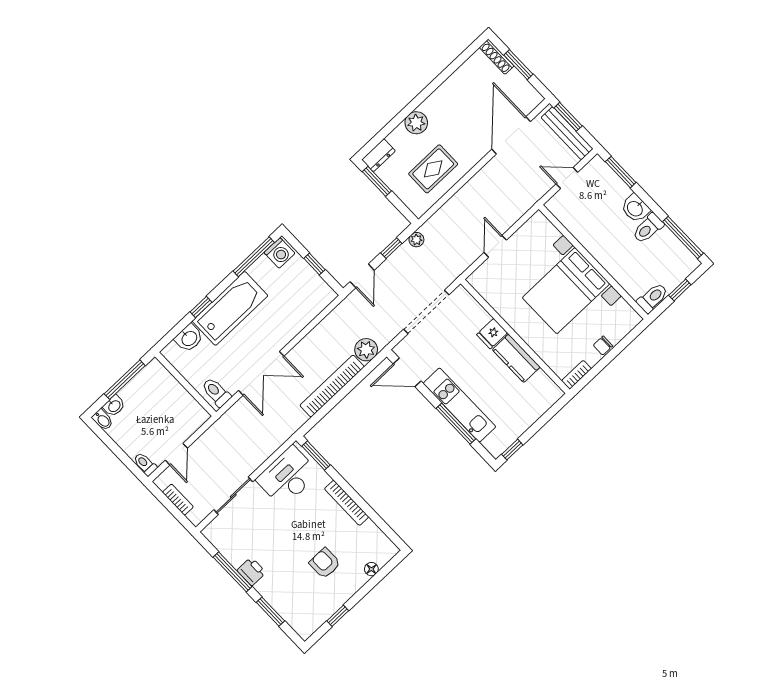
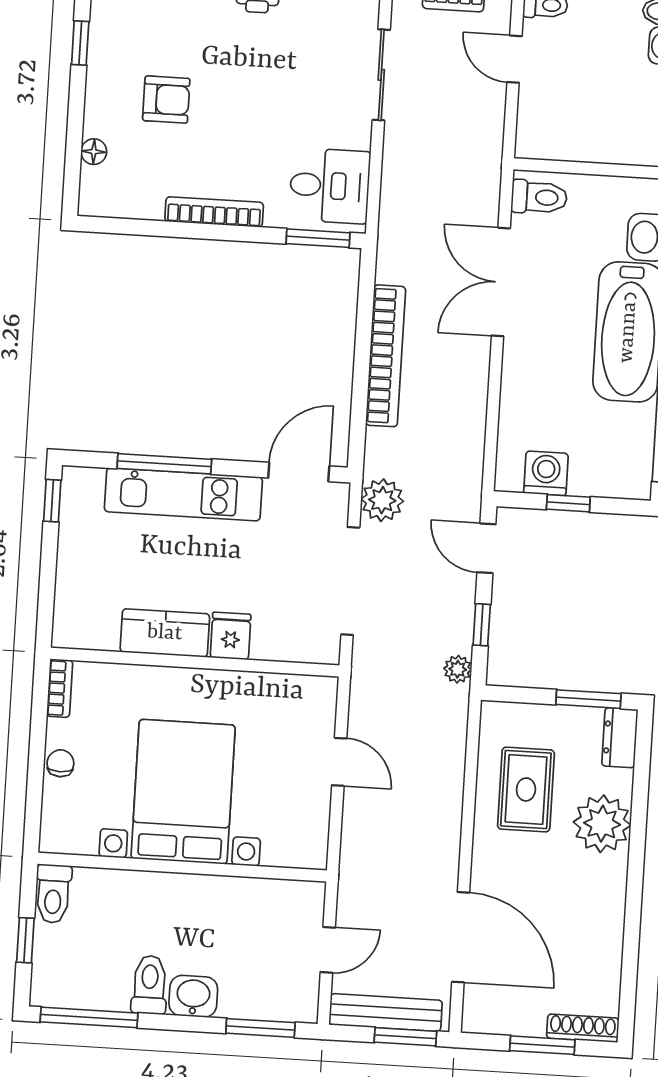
plant: (416, 123) -> (602, 824), width x1.36, depth x1.36
washing machine: (279, 253) -> (546, 473), moved, turned 90
plant: (366, 350) -> (382, 500), moved
desk: (288, 476) -> (330, 186), width x0.73

